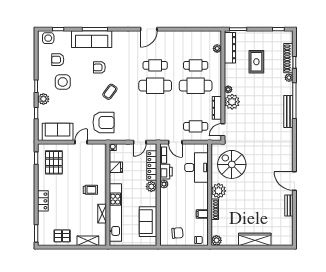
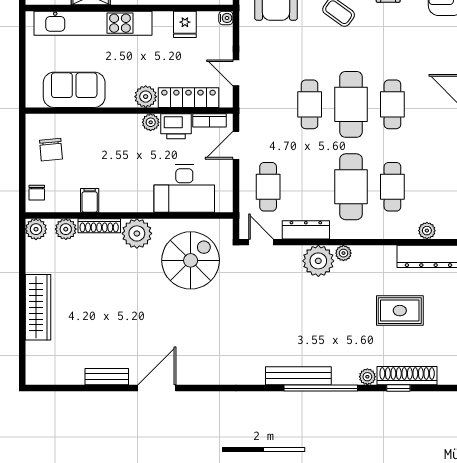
cafe table: (155, 106) -> (310, 104), added
plant: (216, 226) -> (66, 229), added

